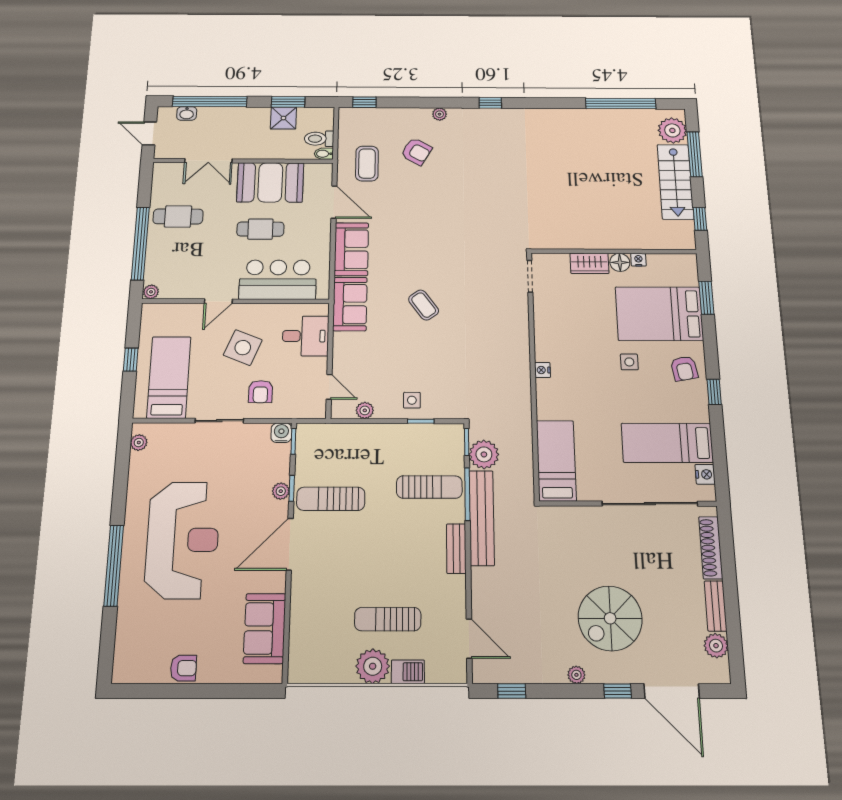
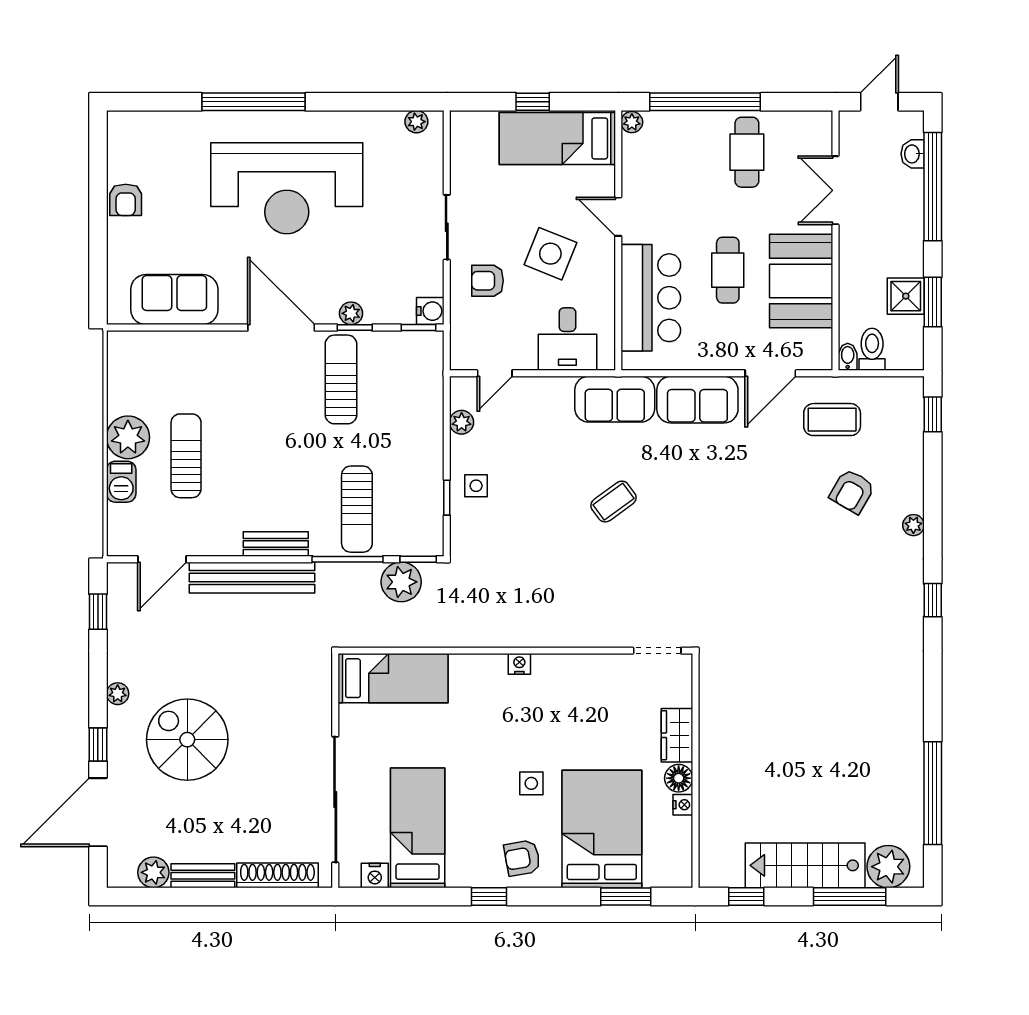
bed: (169, 377) -> (557, 138), moved, turned 180
bench: (482, 518) -> (252, 578), moved

